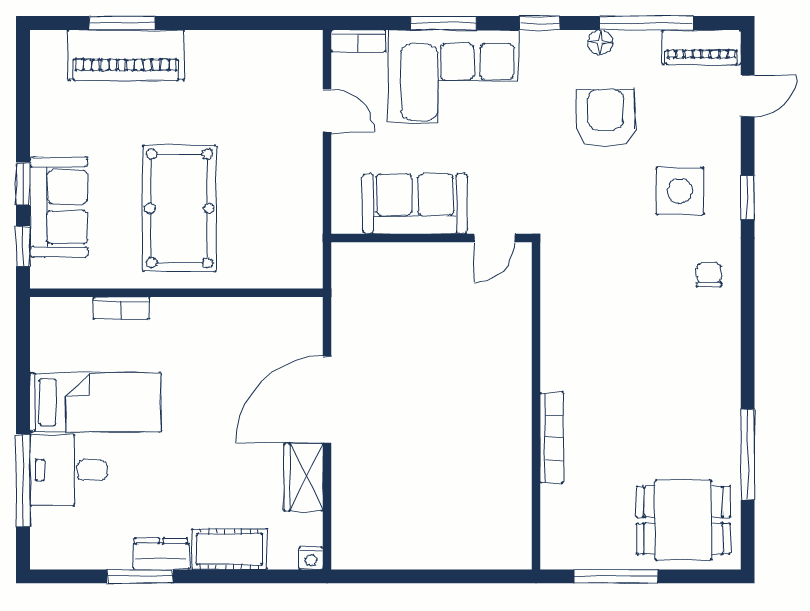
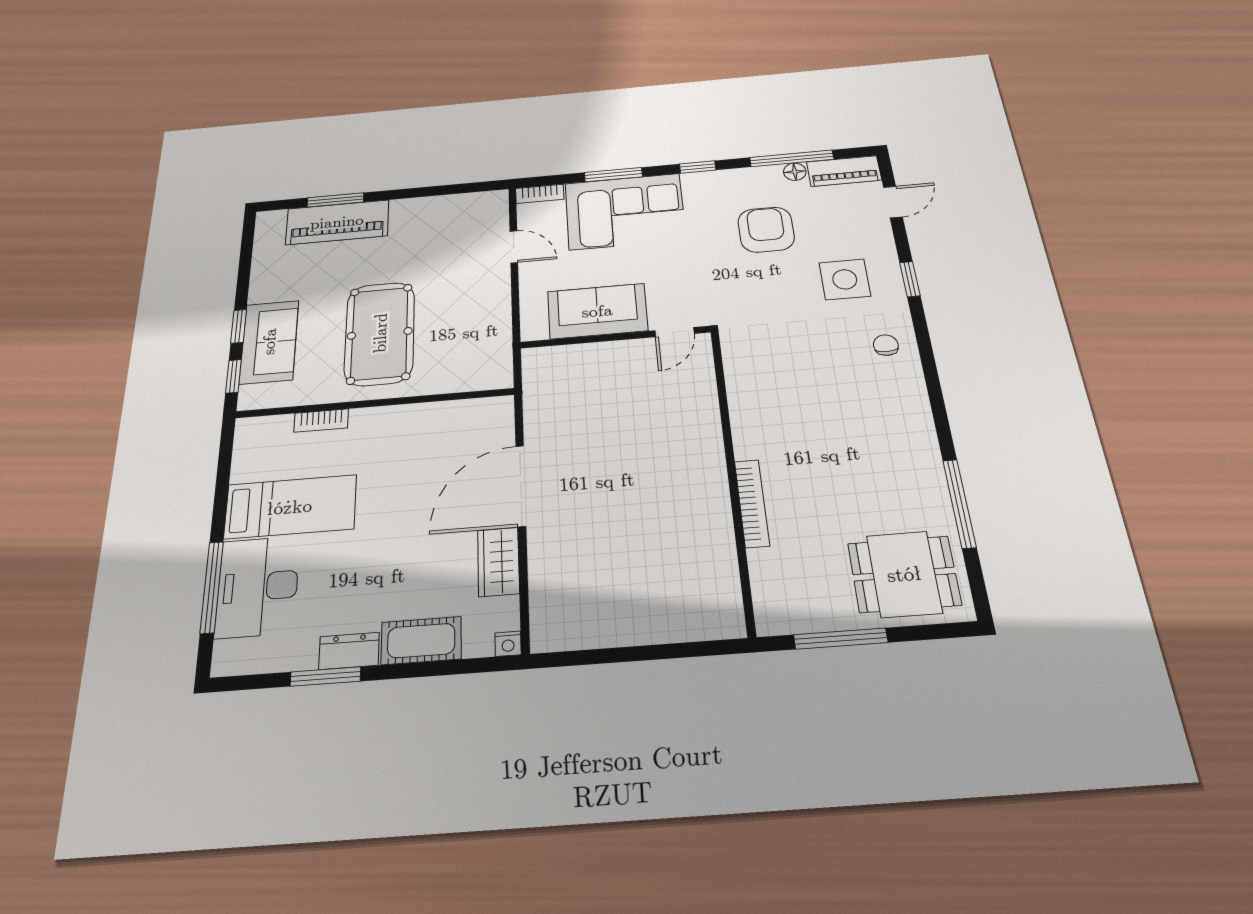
floor lamp: (600, 42) -> (795, 172), moved
desk: (68, 470) -> (258, 587), width x1.37

